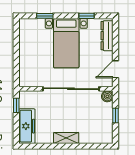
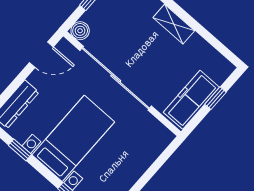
window: (16, 105) -> (216, 98), moved
freezer: (27, 126) -> (191, 100), moved

